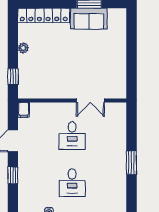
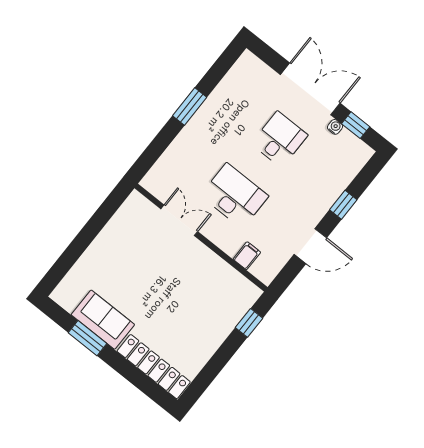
plant: (23, 48) -> (209, 347), removed
filing cabinet: (24, 110) -> (247, 256), moved
desk: (72, 136) -> (234, 196), width x1.37

